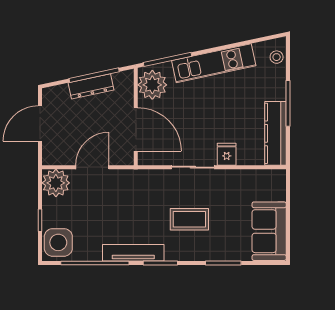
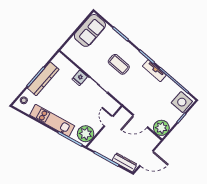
dresser: (91, 86) -> (125, 162), moved
door: (136, 129) -> (109, 121), width x0.53
kitchen counter: (275, 133) -> (43, 79), moved
tv unit: (133, 253) -> (154, 71), width x0.71

